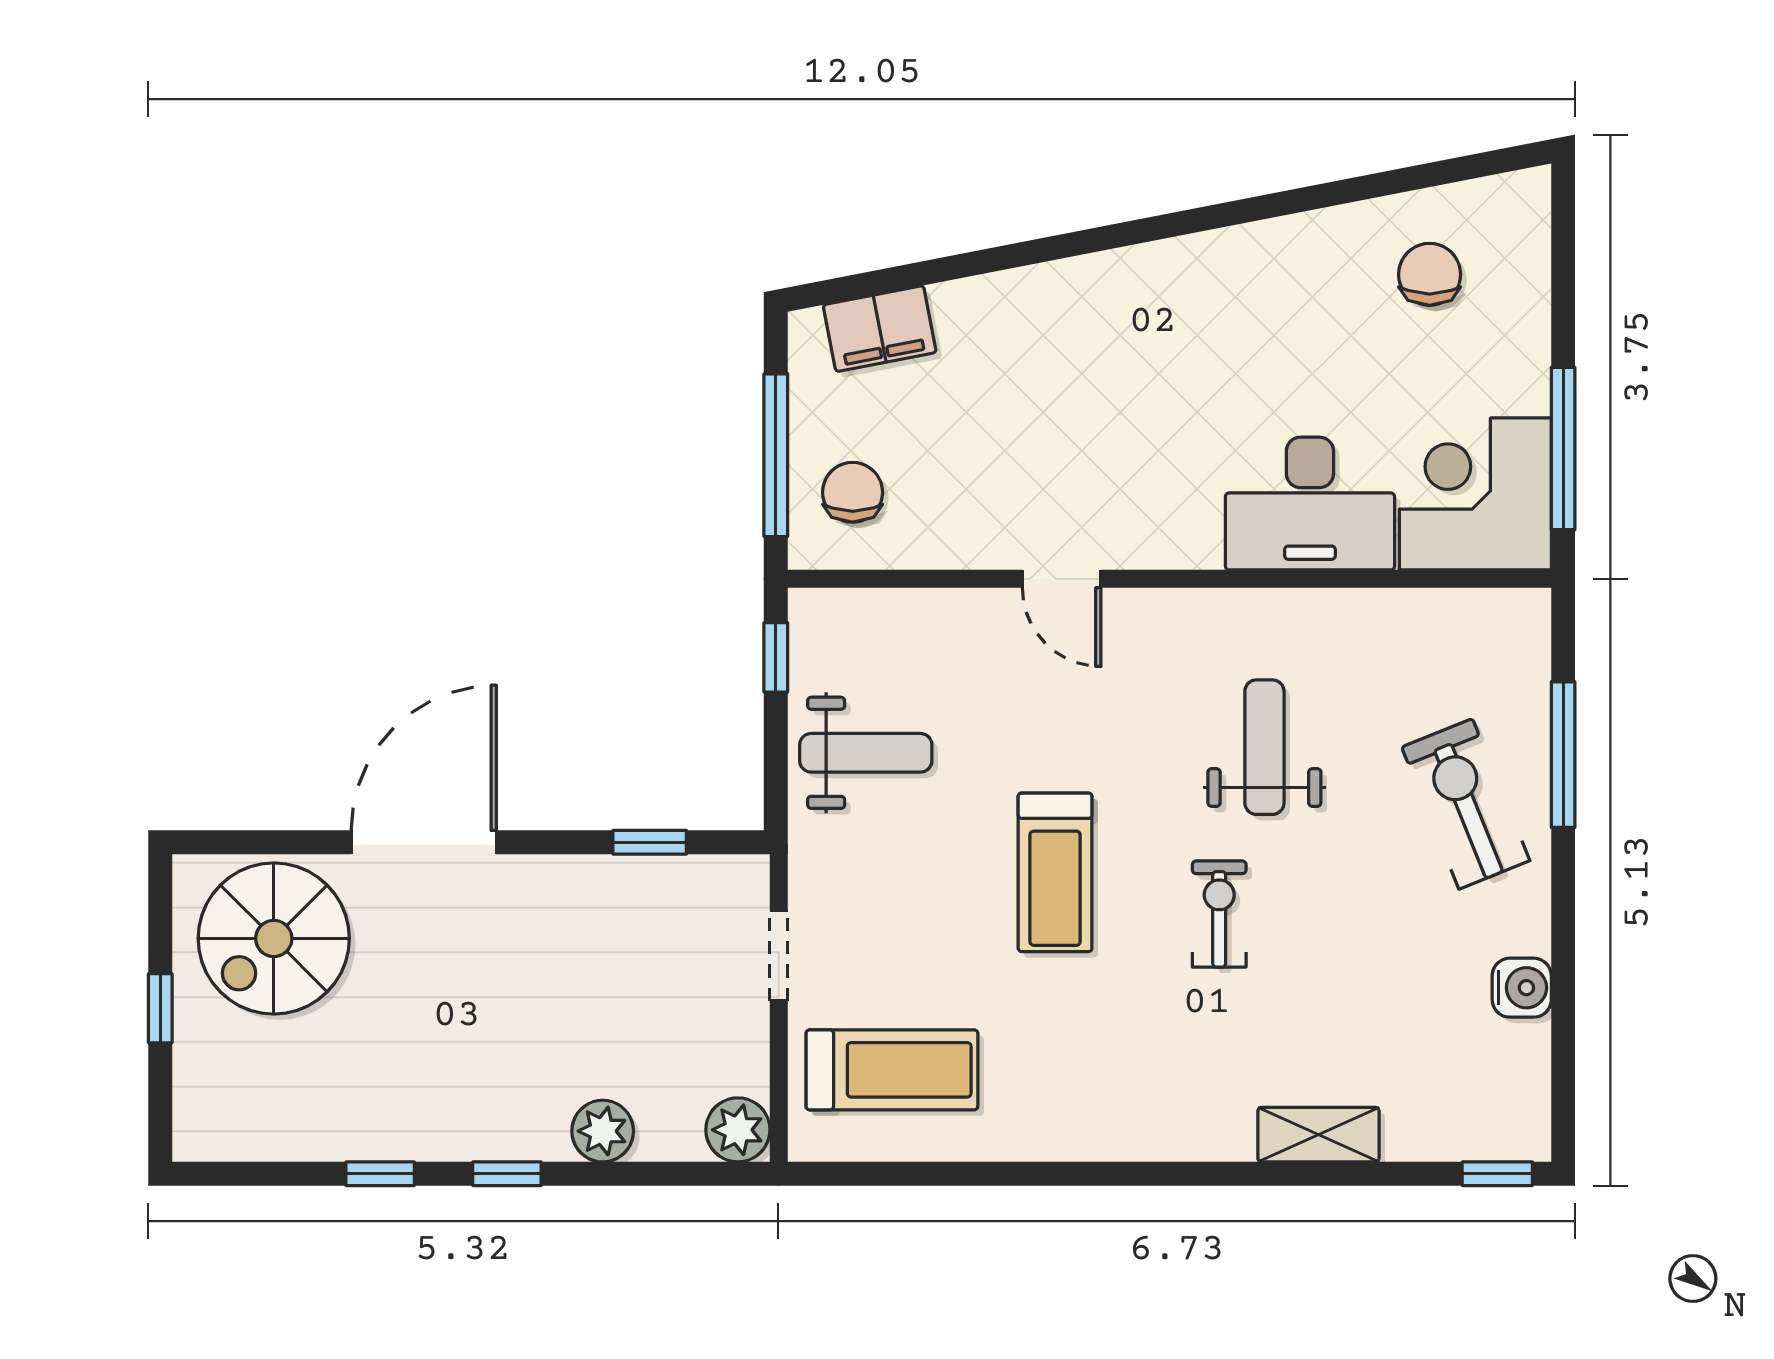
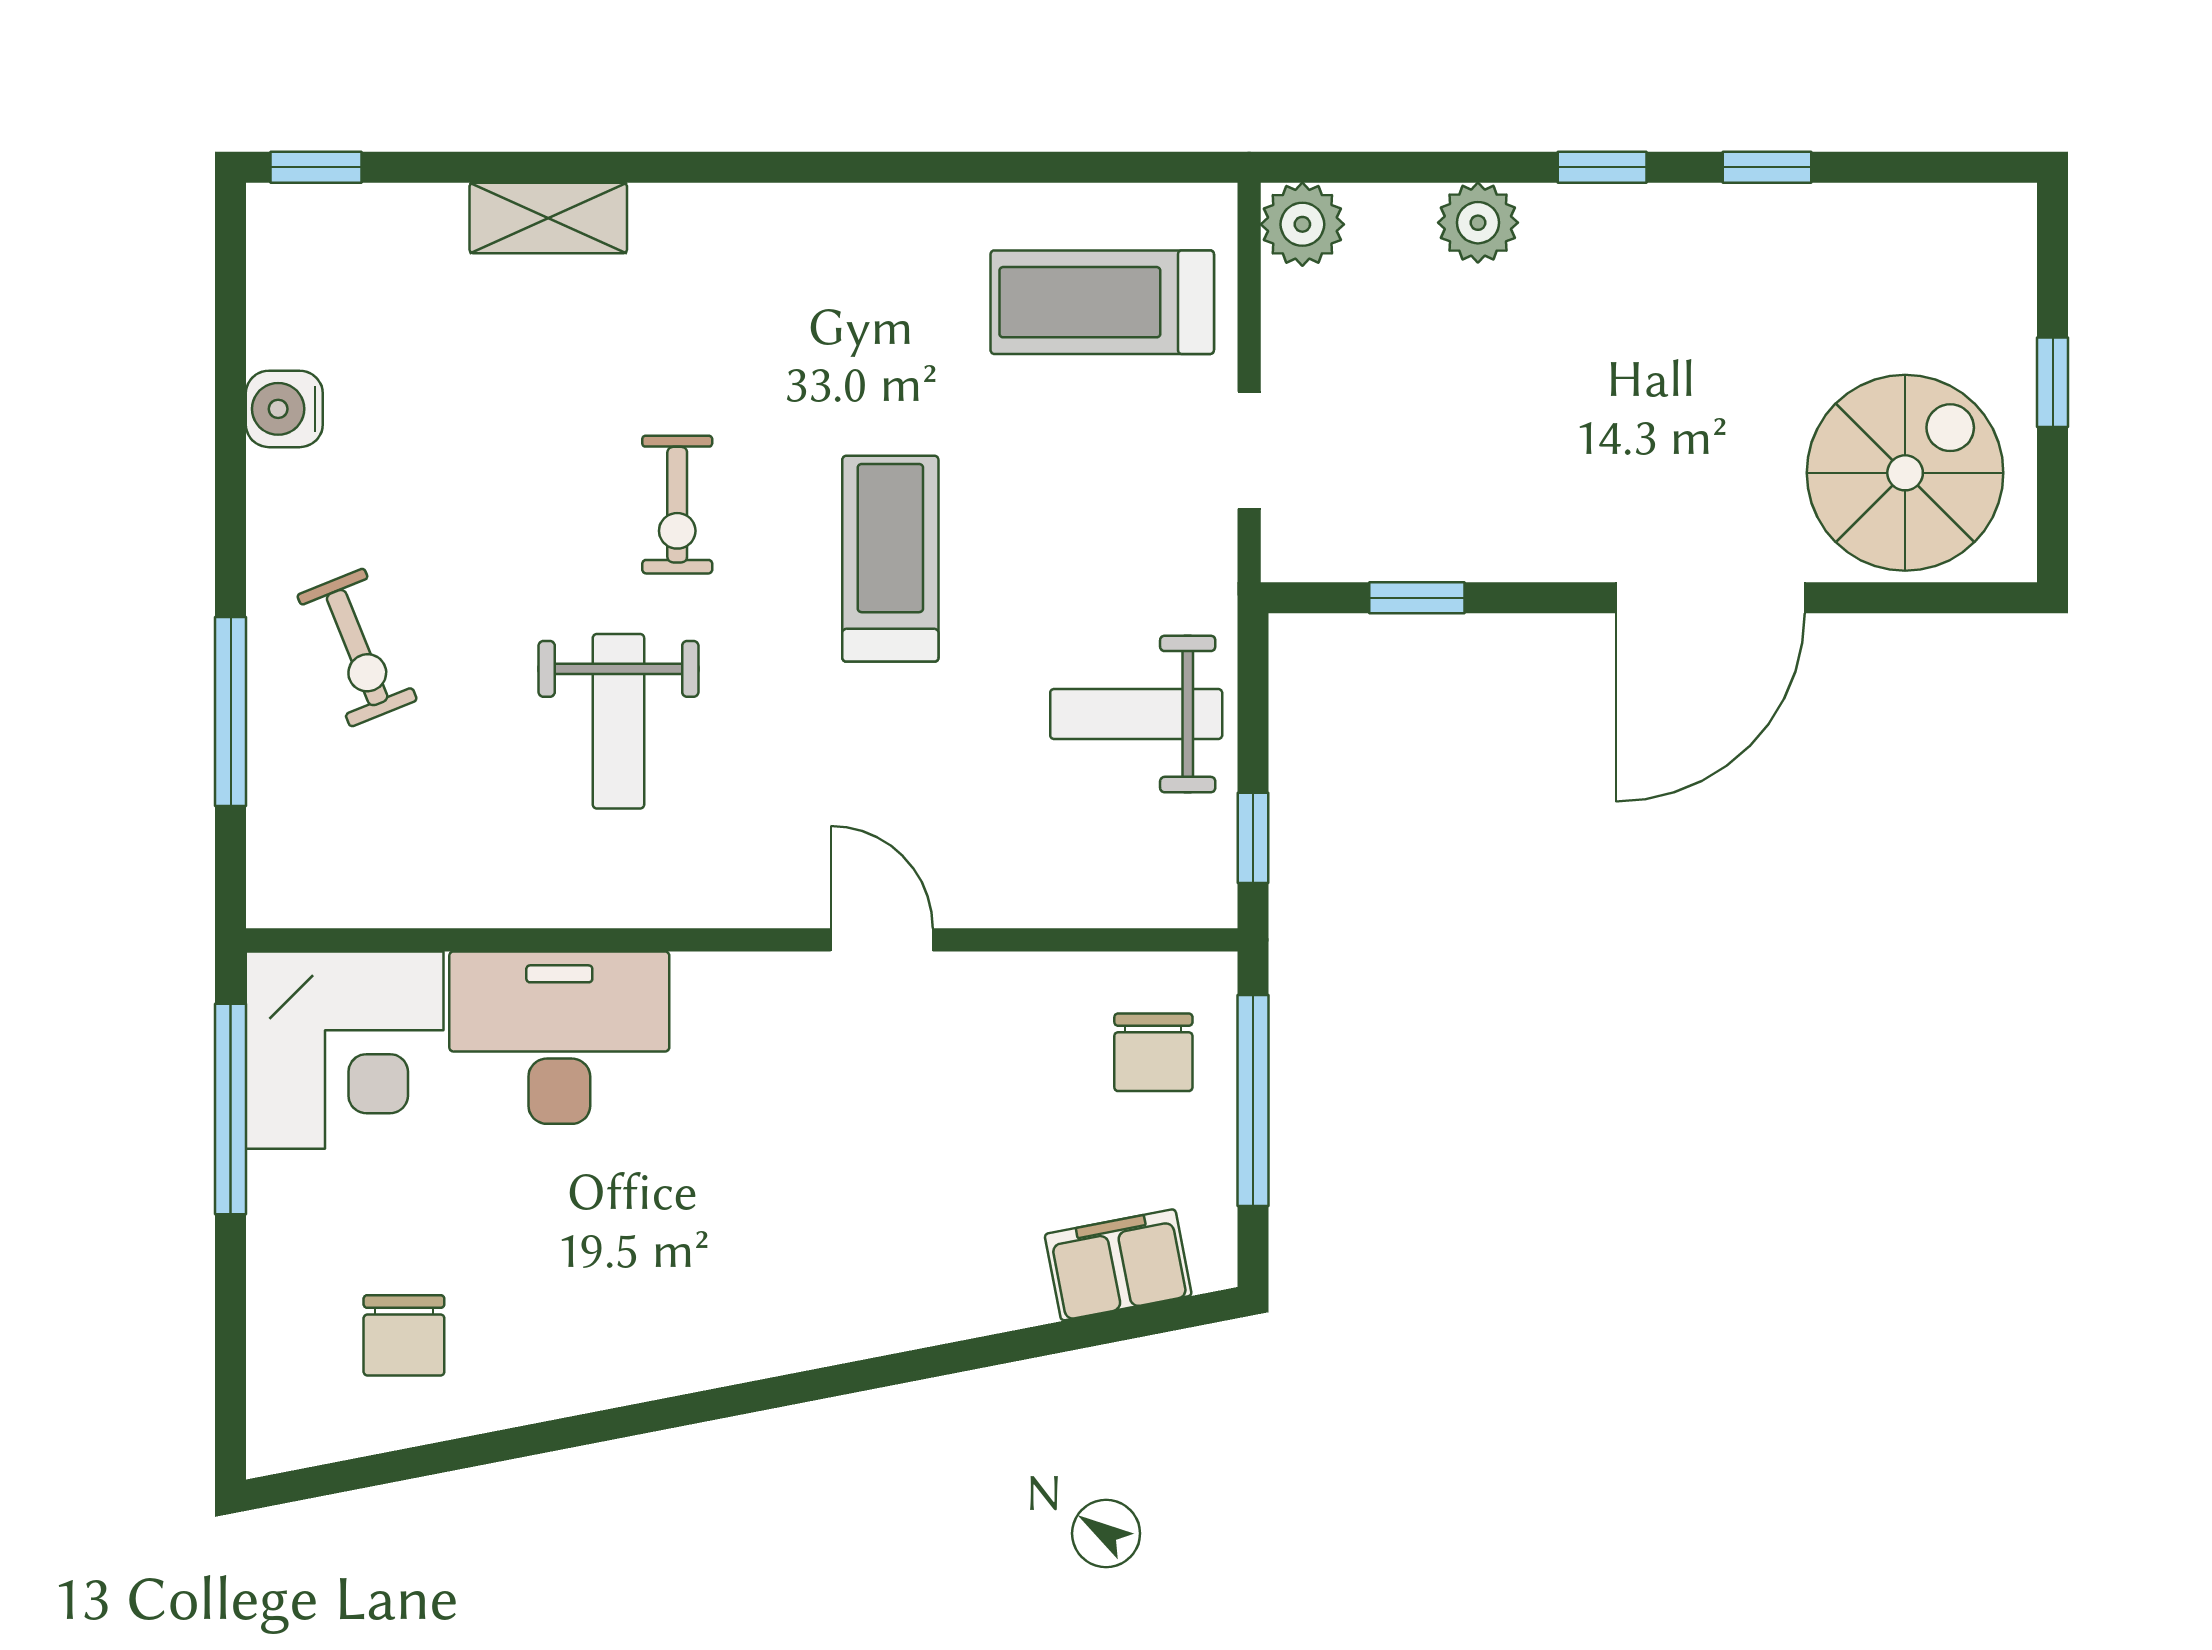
exercise bike: (1466, 804) -> (357, 648), width x0.73, depth x0.72

